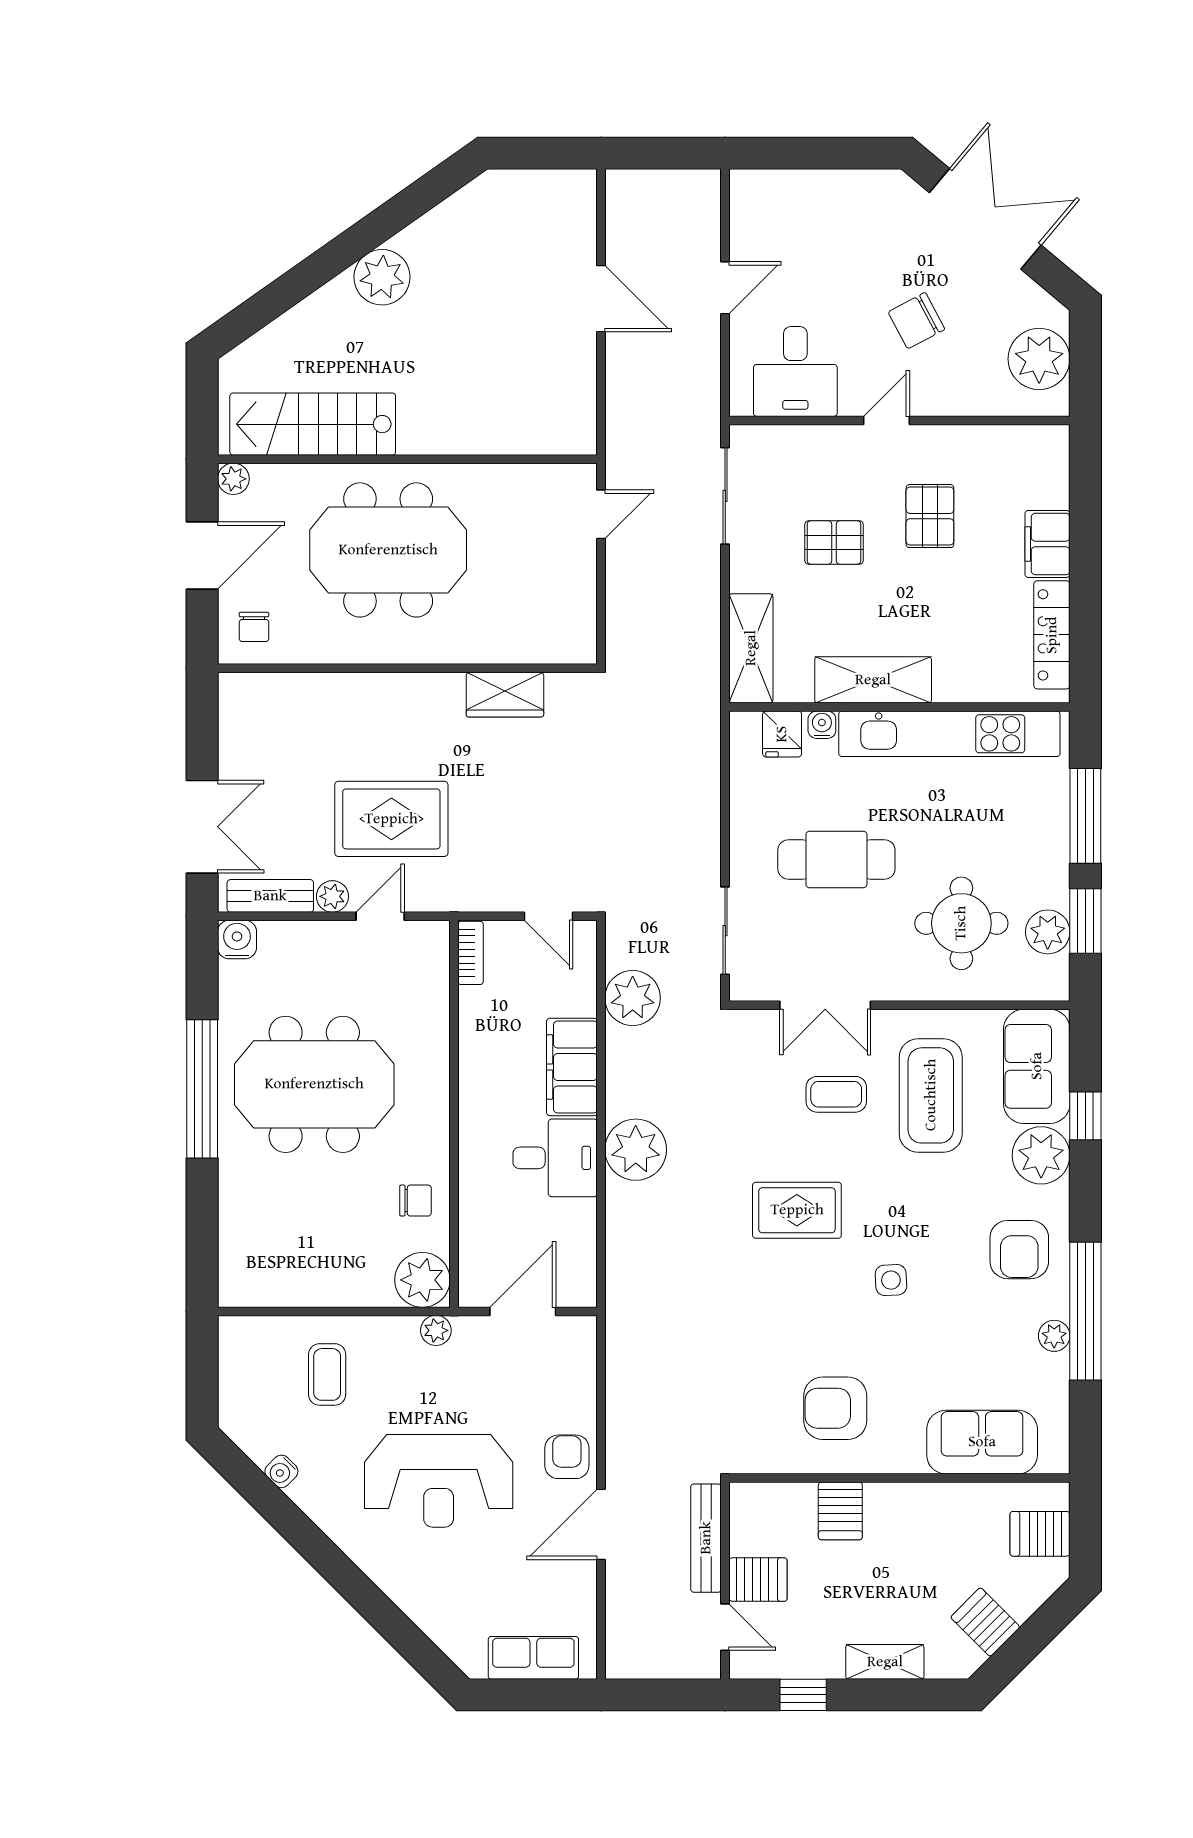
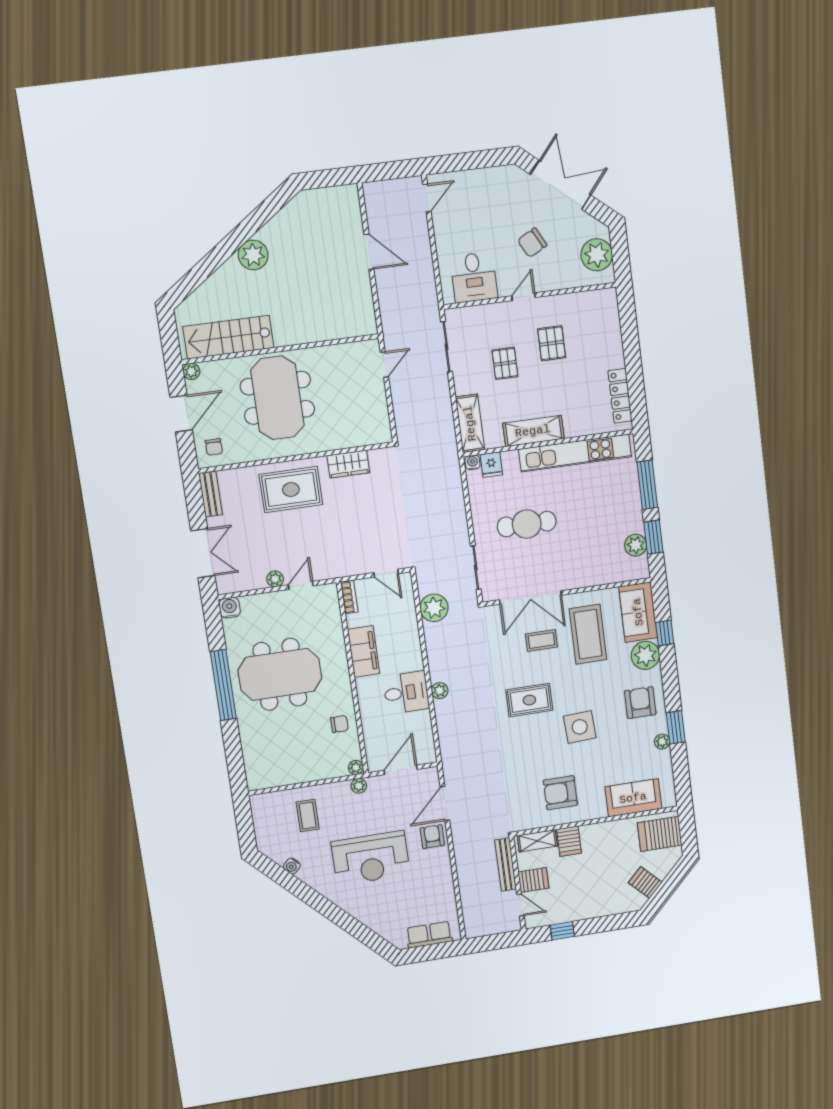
door: (725, 288) -> (427, 198), moved
pallet: (834, 542) -> (505, 363), turned 90
filing cabinet: (1047, 544) -> (612, 350), removed
meeting table: (388, 550) -> (277, 398), turned 90
water cooler: (822, 725) -> (472, 462), moved
rug: (391, 819) -> (291, 490), moved
bench: (270, 896) -> (211, 494), moved, turned 90
round table: (961, 923) -> (593, 547), removed
double door: (825, 1005) -> (530, 597), width x1.37
filing cabinet: (572, 1067) -> (364, 651), moved, turned 180
plant: (636, 1150) -> (440, 691), width x0.53, depth x0.53
armchair: (1019, 1250) -> (640, 703), turned 180
plant: (422, 1280) -> (356, 768), width x0.53, depth x0.53
side table: (891, 1280) -> (580, 727), width x1.87, depth x1.87
window: (1085, 1311) -> (676, 727), width x0.47
door: (601, 1524) -> (445, 803), moved
server rack: (1040, 1534) -> (660, 834), width x1.36, depth x1.44
shelving: (885, 1662) -> (537, 841), moved

